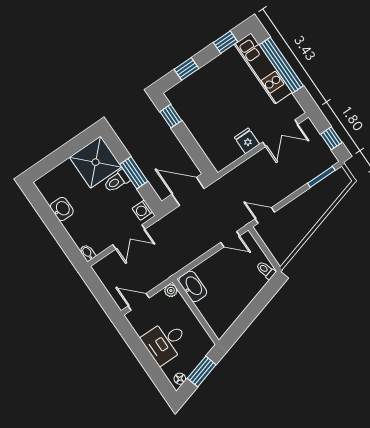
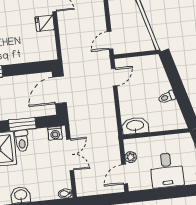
toilet: (266, 270) -> (167, 97), moved
plant: (171, 291) -> (131, 157), moved

